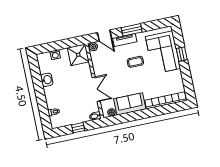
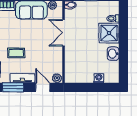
shower: (78, 55) -> (109, 33), moved

